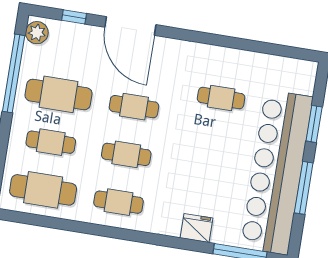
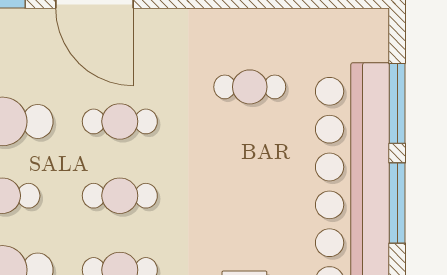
window: (314, 124) -> (397, 103), width x1.44

